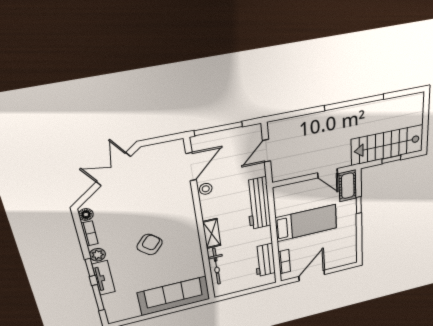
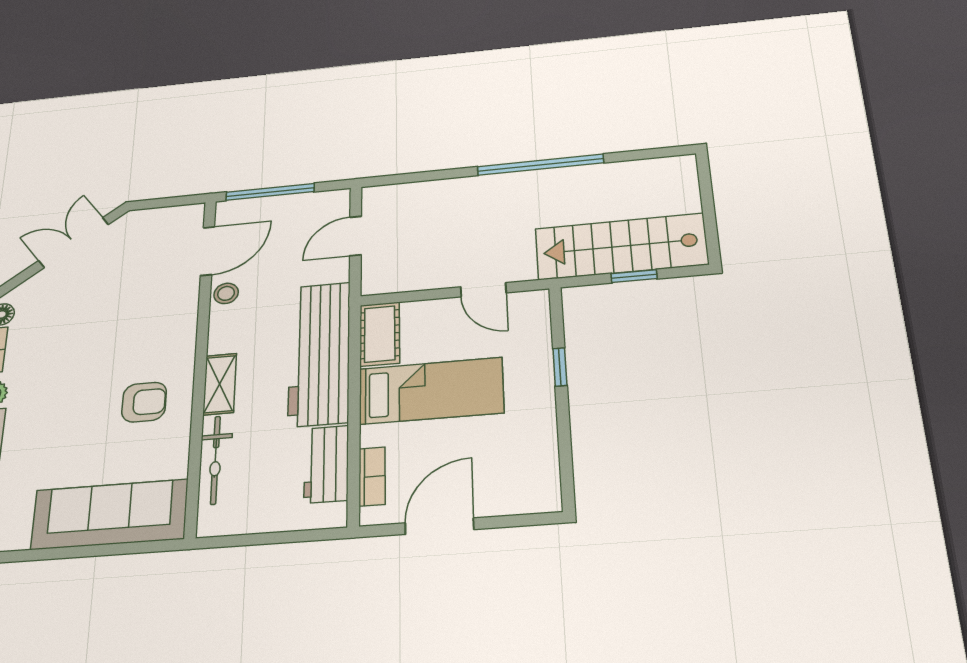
cot: (348, 186) -> (380, 334), moved
workbench: (258, 203) -> (319, 353), width x1.36, depth x1.32
armchair: (150, 244) -> (144, 402), moved, turned 49

